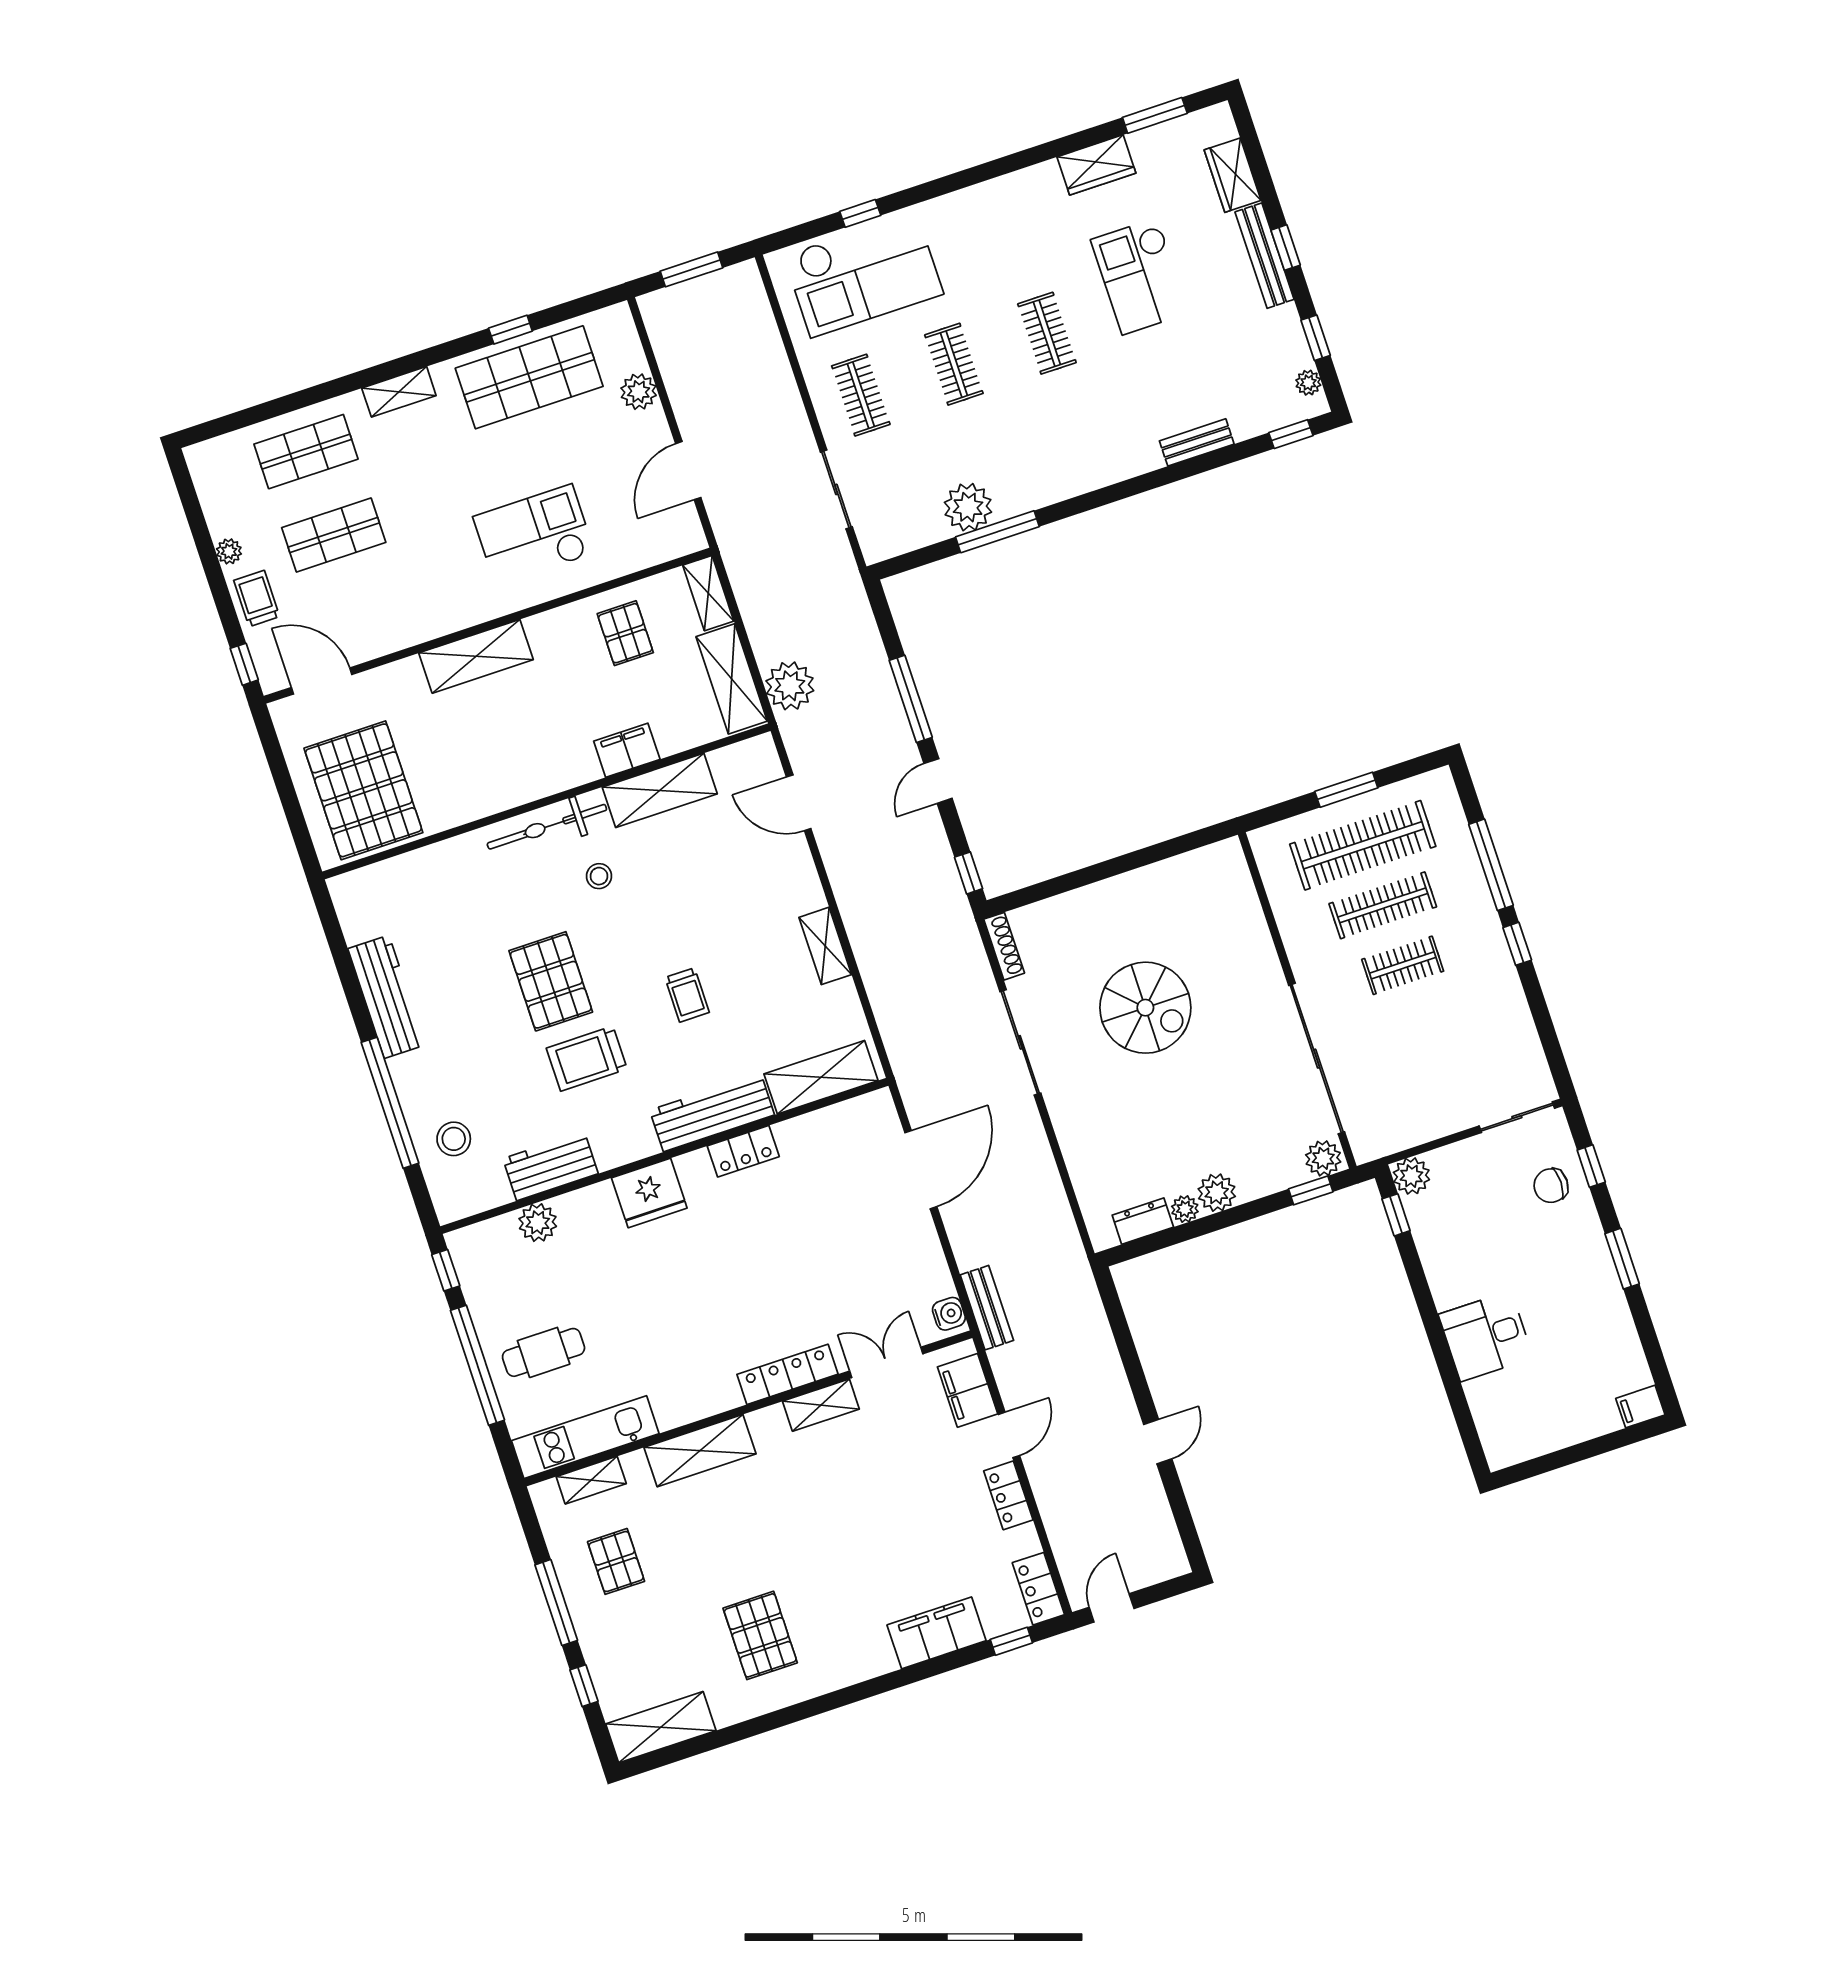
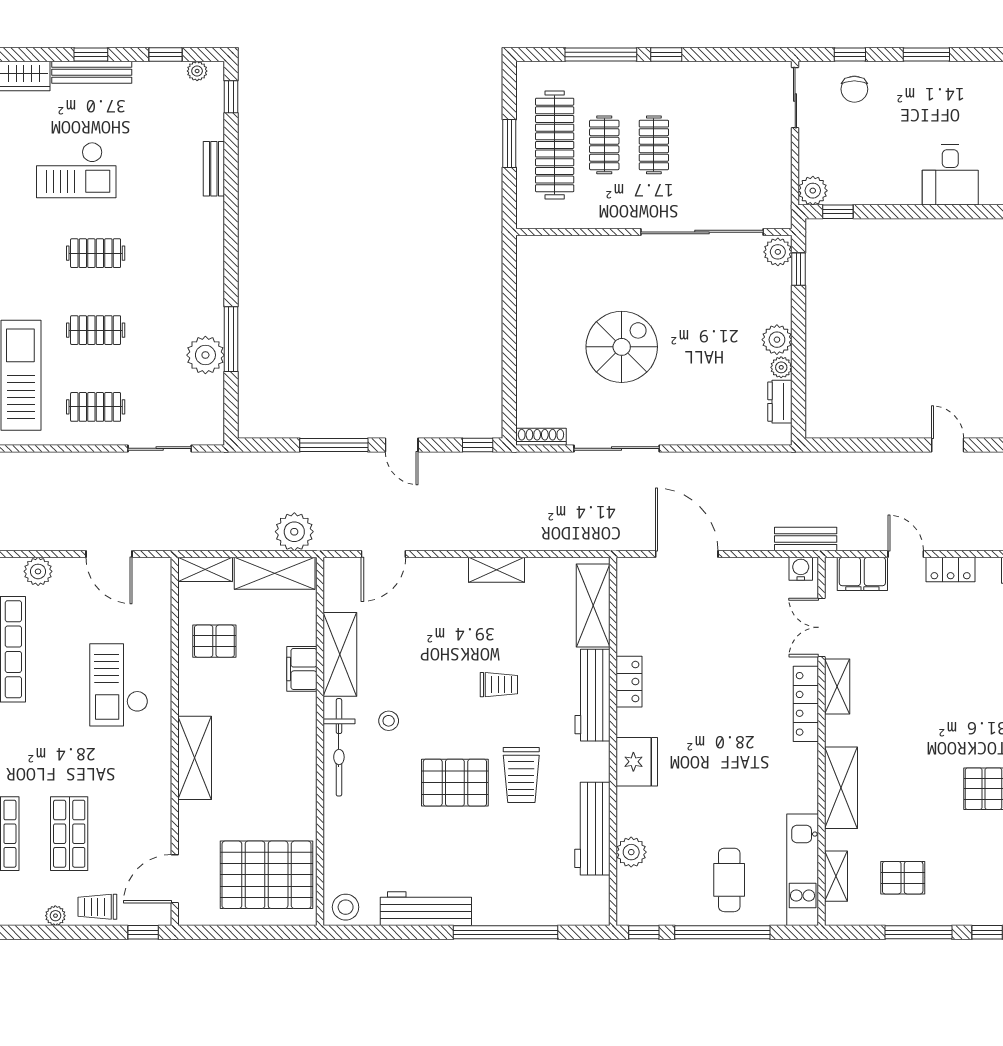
clothes rail: (1383, 905) -> (604, 145), width x0.73
stool: (454, 1139) -> (346, 907), moved
workbench: (551, 1166) -> (592, 829), width x1.38

